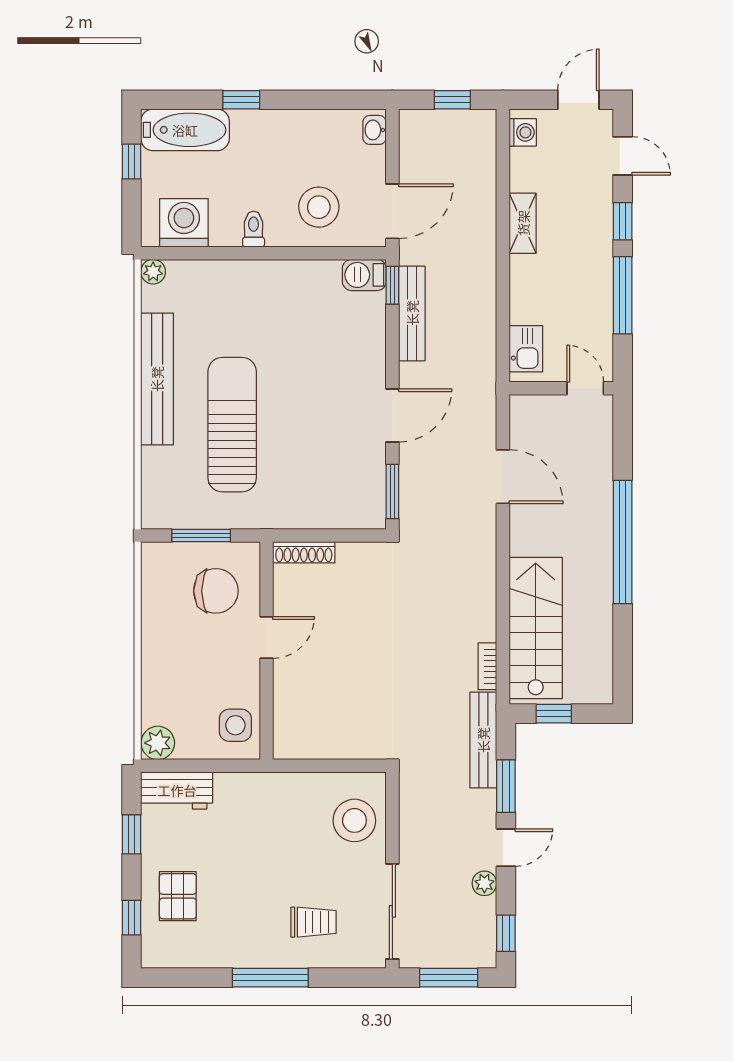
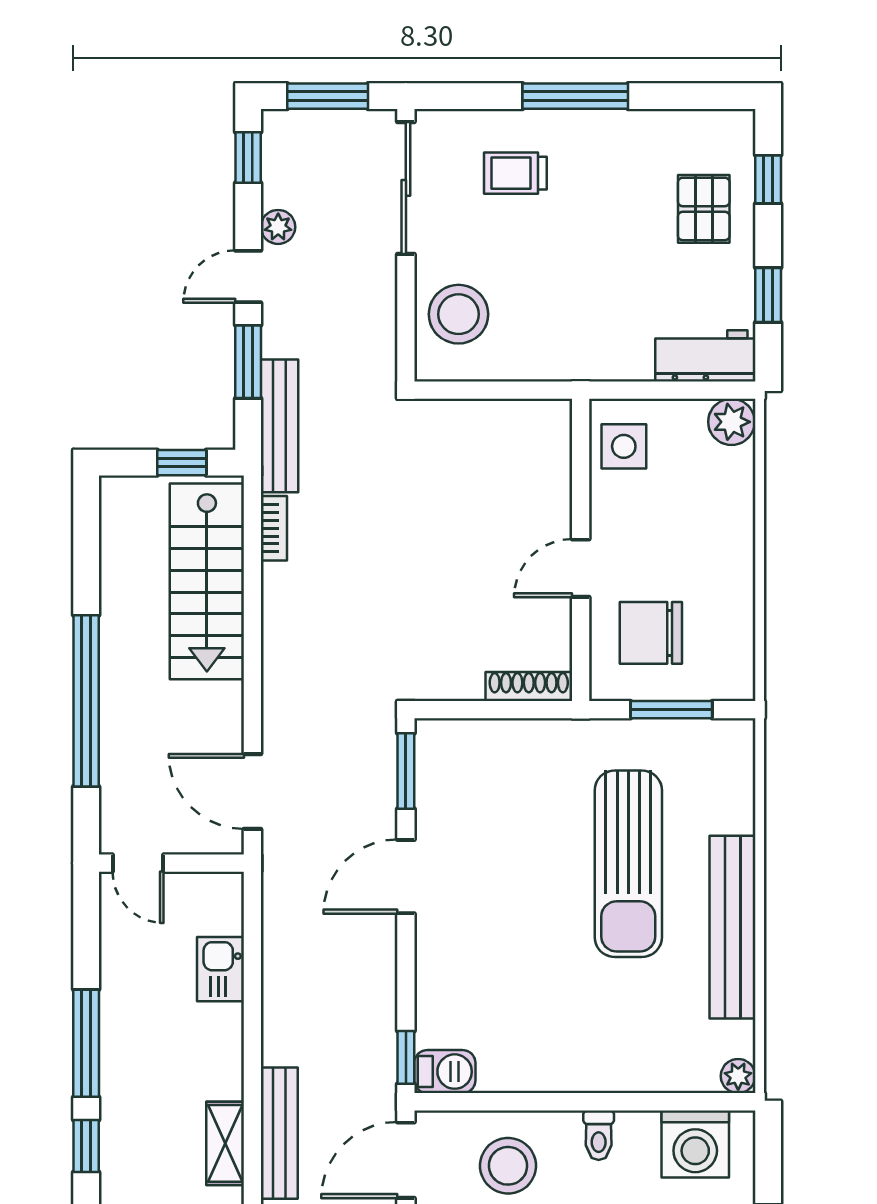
bench: (412, 313) -> (279, 1133), moved
wall: (561, 388) -> (171, 863), moved
door: (585, 388) -> (138, 863), moved

